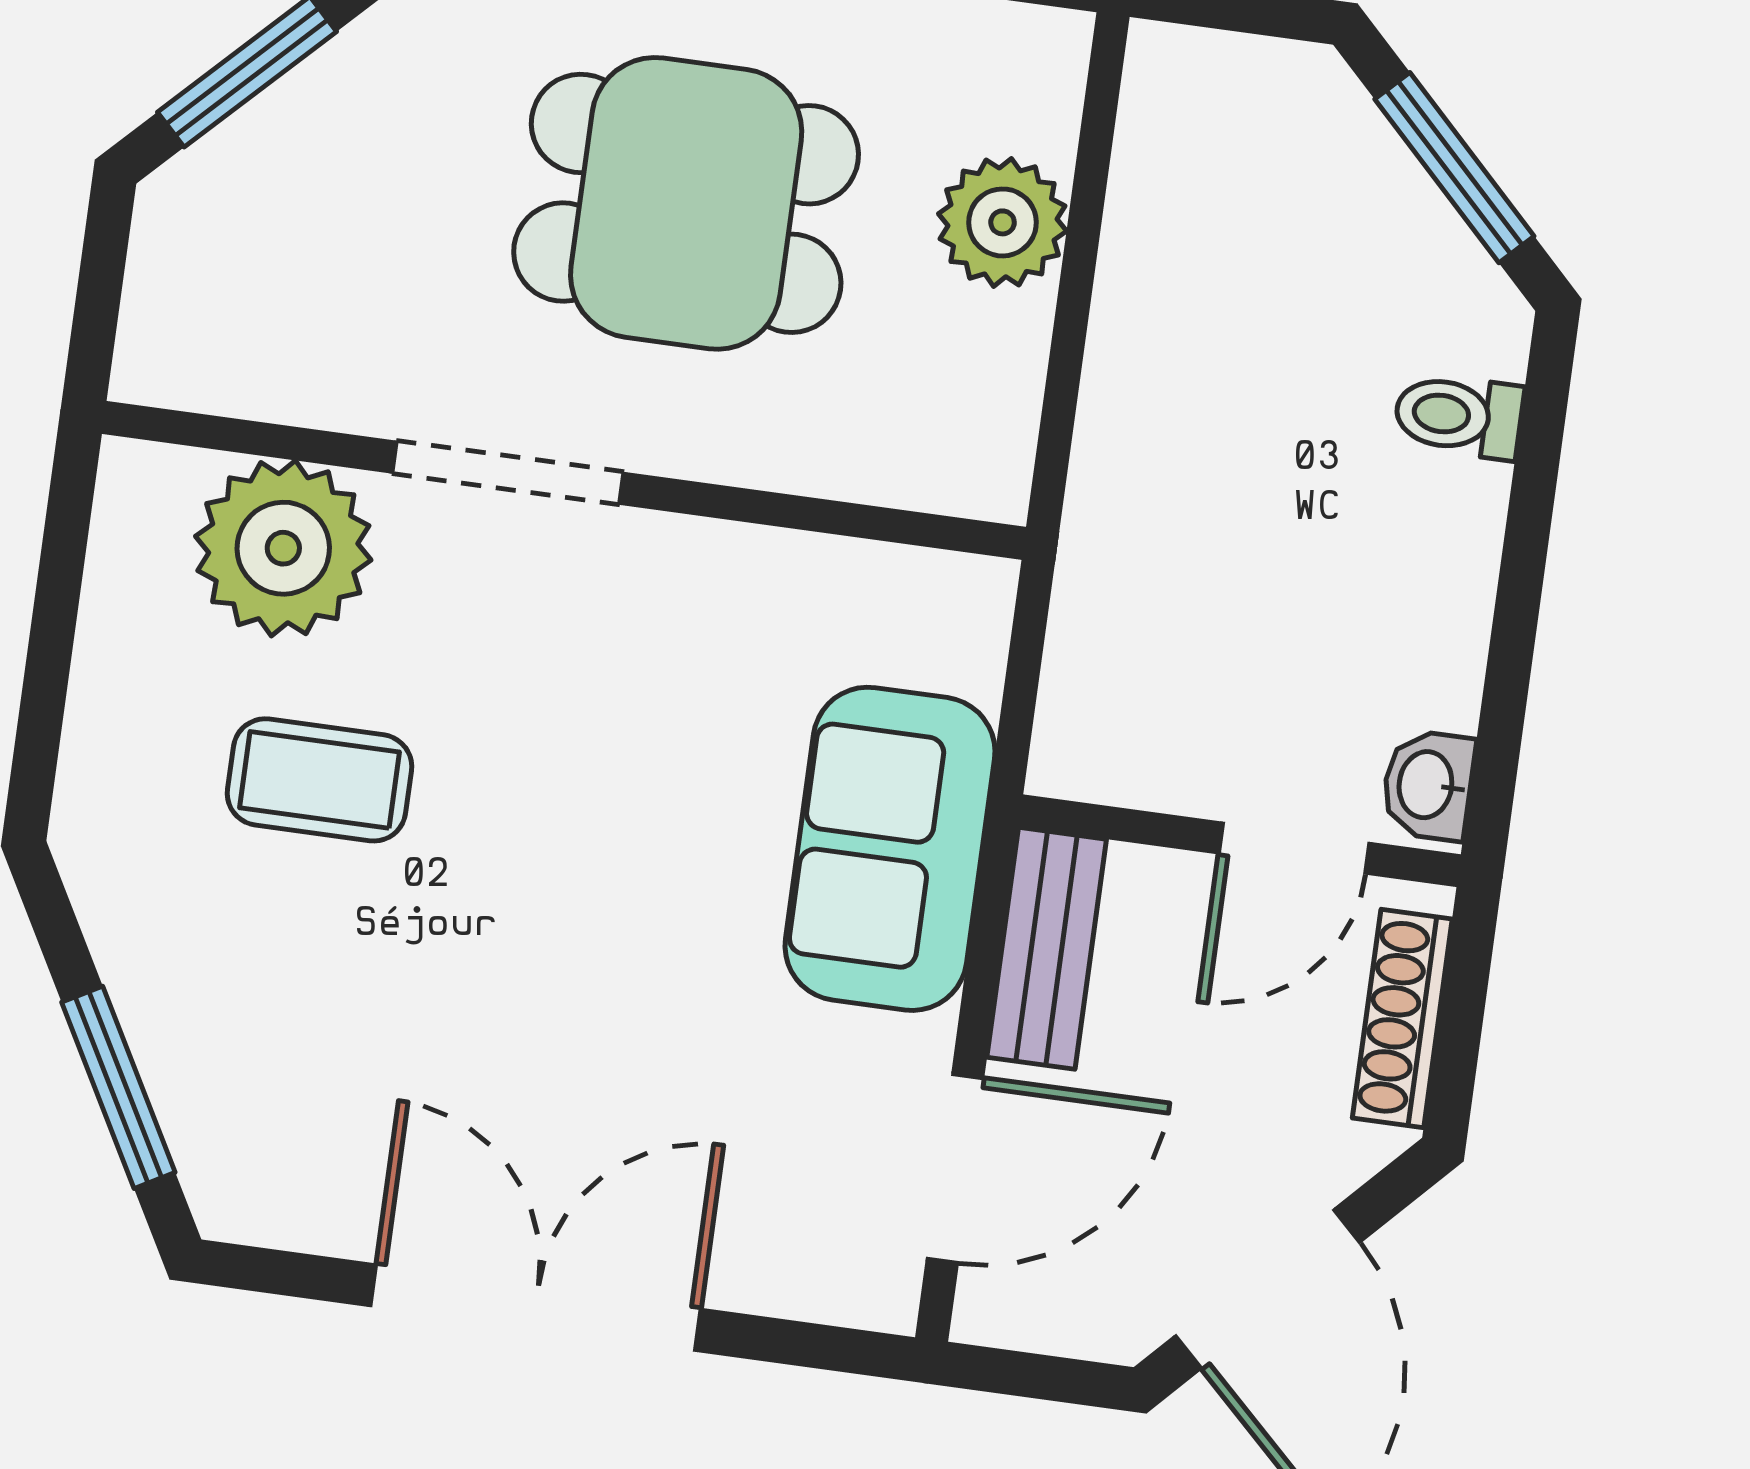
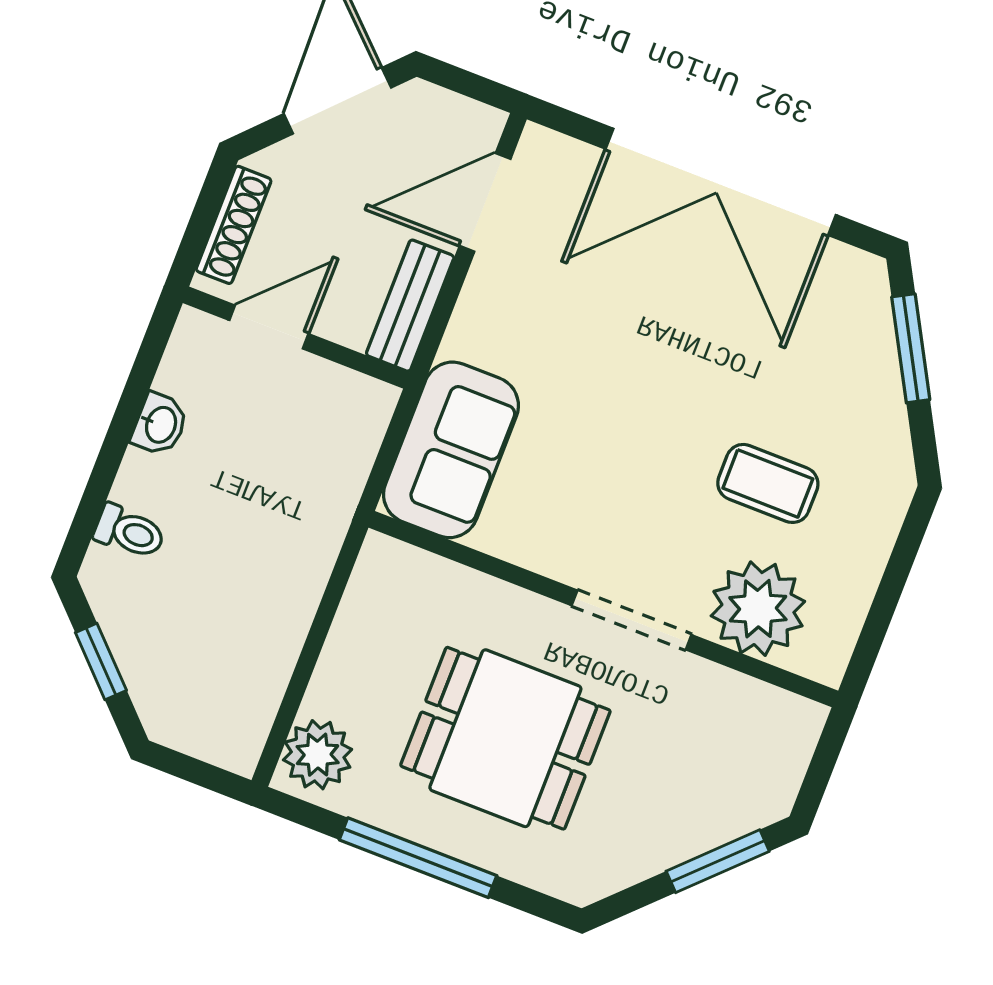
window: (1454, 168) -> (101, 661), width x0.67
plant: (1003, 222) -> (318, 755), moved
washbasin: (1428, 785) -> (160, 424), moved
sofa: (890, 849) -> (451, 450), moved
double door: (536, 1308) -> (721, 182), width x1.36

